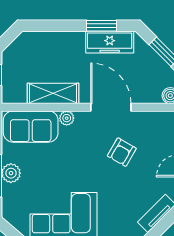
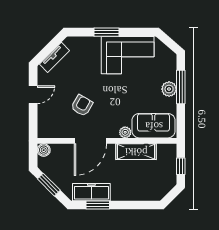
door: (111, 107) -> (90, 141), hinge flipped

